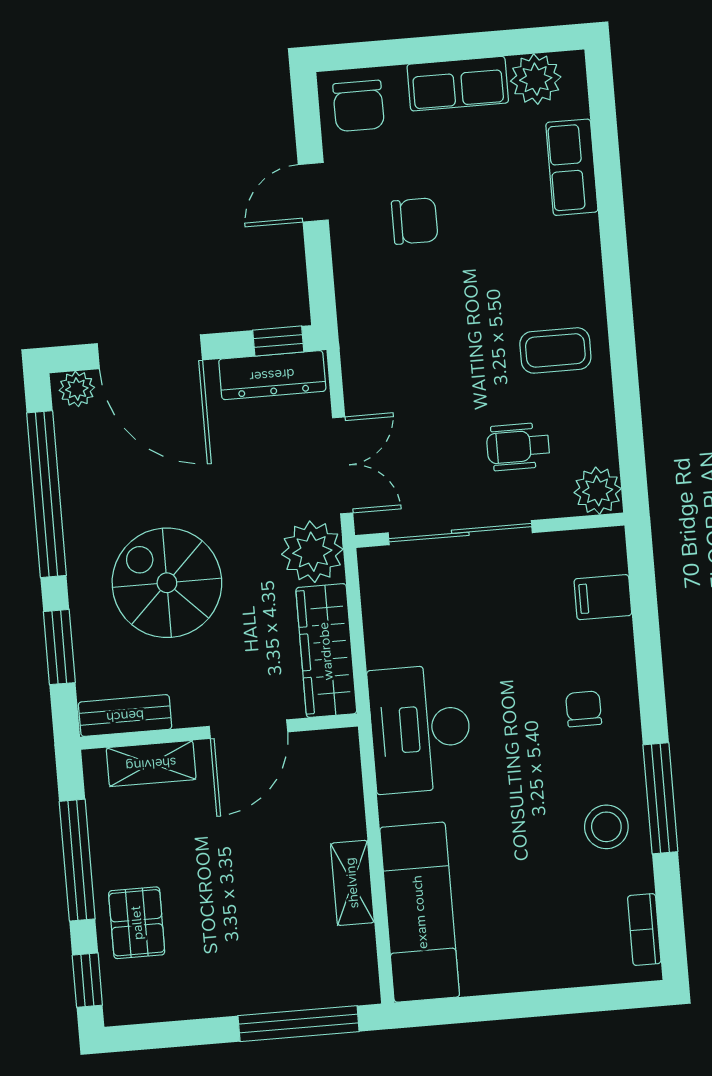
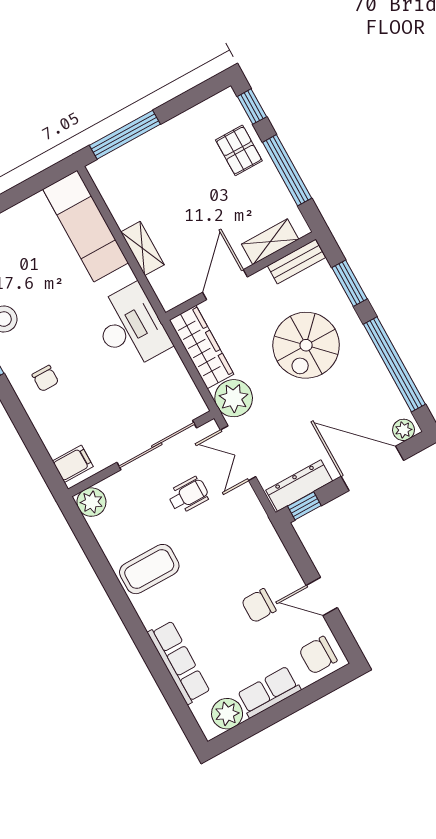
chair: (359, 106) -> (318, 655), turned -90
row of seats: (572, 167) -> (179, 662), width x1.48
door: (313, 192) -> (322, 596), swing flipped
coffee table: (555, 350) -> (149, 569), width x1.36, depth x1.30
wheelchair: (518, 447) -> (188, 495), moved
spiral stairs: (167, 583) -> (306, 345), turned 90
filing cabinet: (603, 597) -> (73, 464), moved
shelving: (352, 883) -> (142, 248), moved

